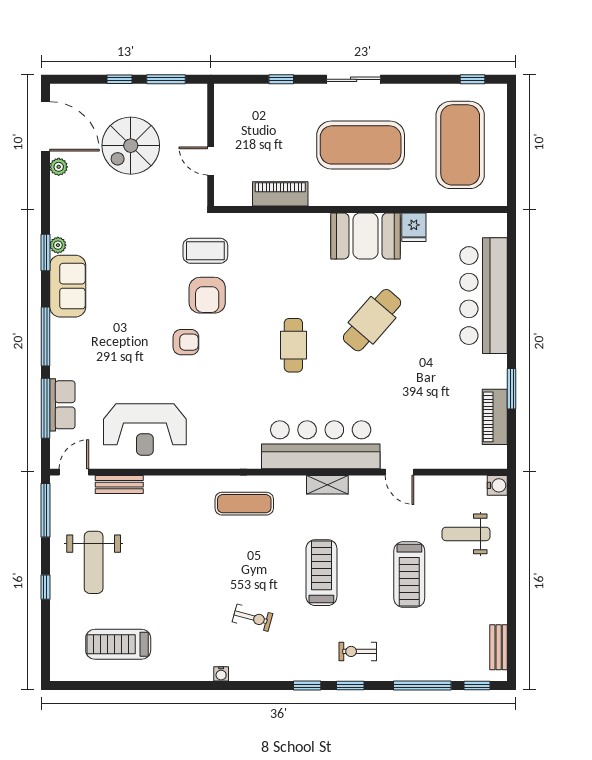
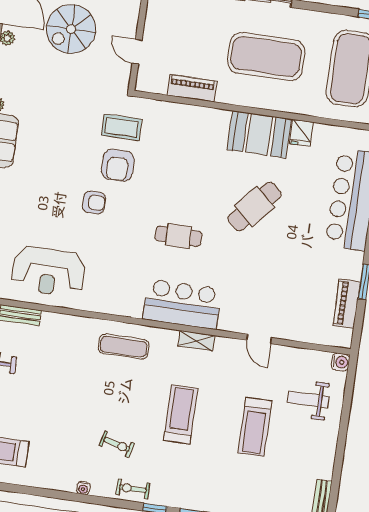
cafe table: (293, 345) -> (178, 236), moved, turned 90
bar counter: (321, 445) -> (182, 304), width x0.73
exercise bike: (358, 651) -> (133, 489), moved

